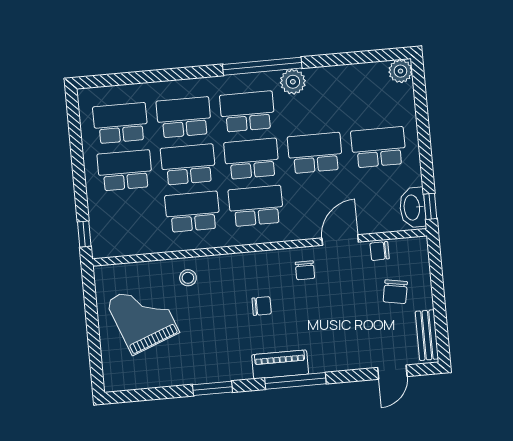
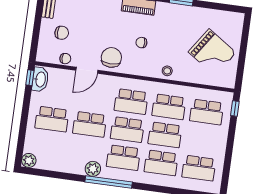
school desk: (125, 170) -> (207, 112), moved
chair: (305, 270) -> (111, 57), width x1.87, depth x1.87
stool: (188, 278) -> (167, 71), moved
chair: (395, 292) -> (62, 33), turned 80
grand piano: (143, 317) -> (212, 52), turned -35

